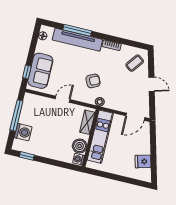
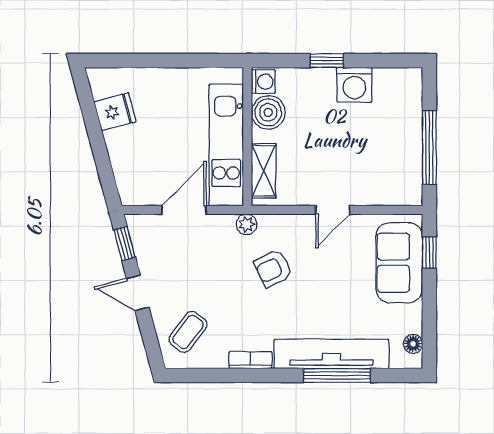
window: (152, 106) -> (124, 243), added
door: (135, 117) -> (184, 210), moved
washing machine: (23, 132) -> (354, 85), moved, turned -90
window: (27, 156) -> (327, 61), moved

